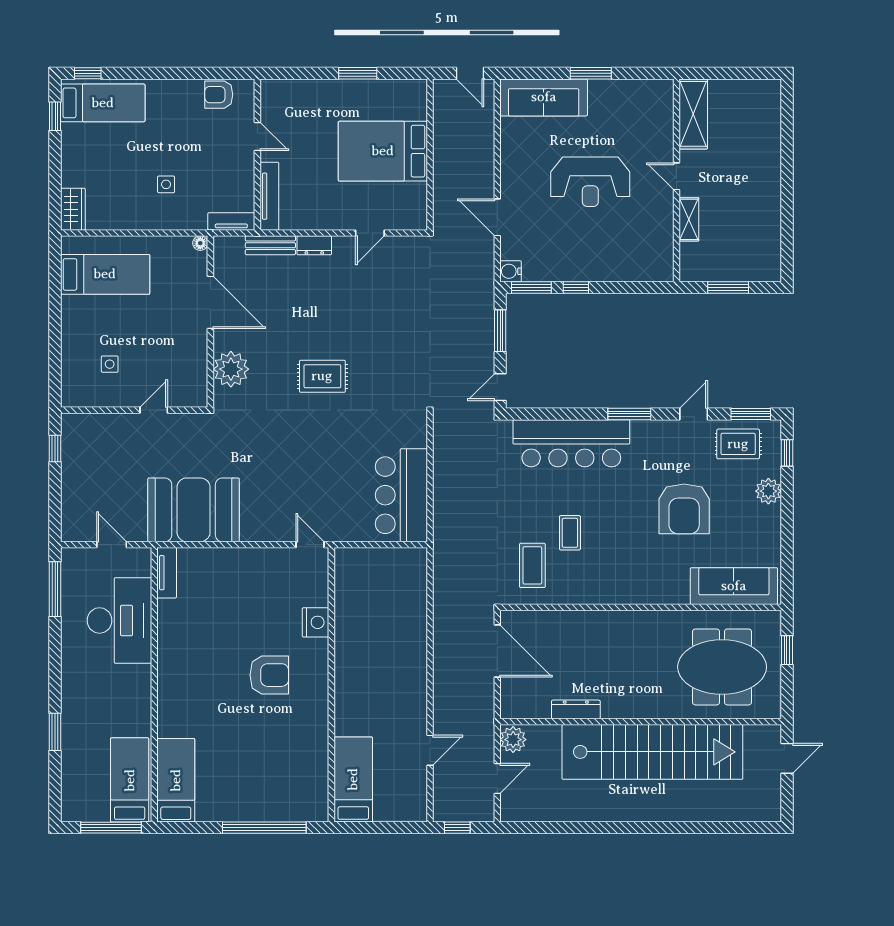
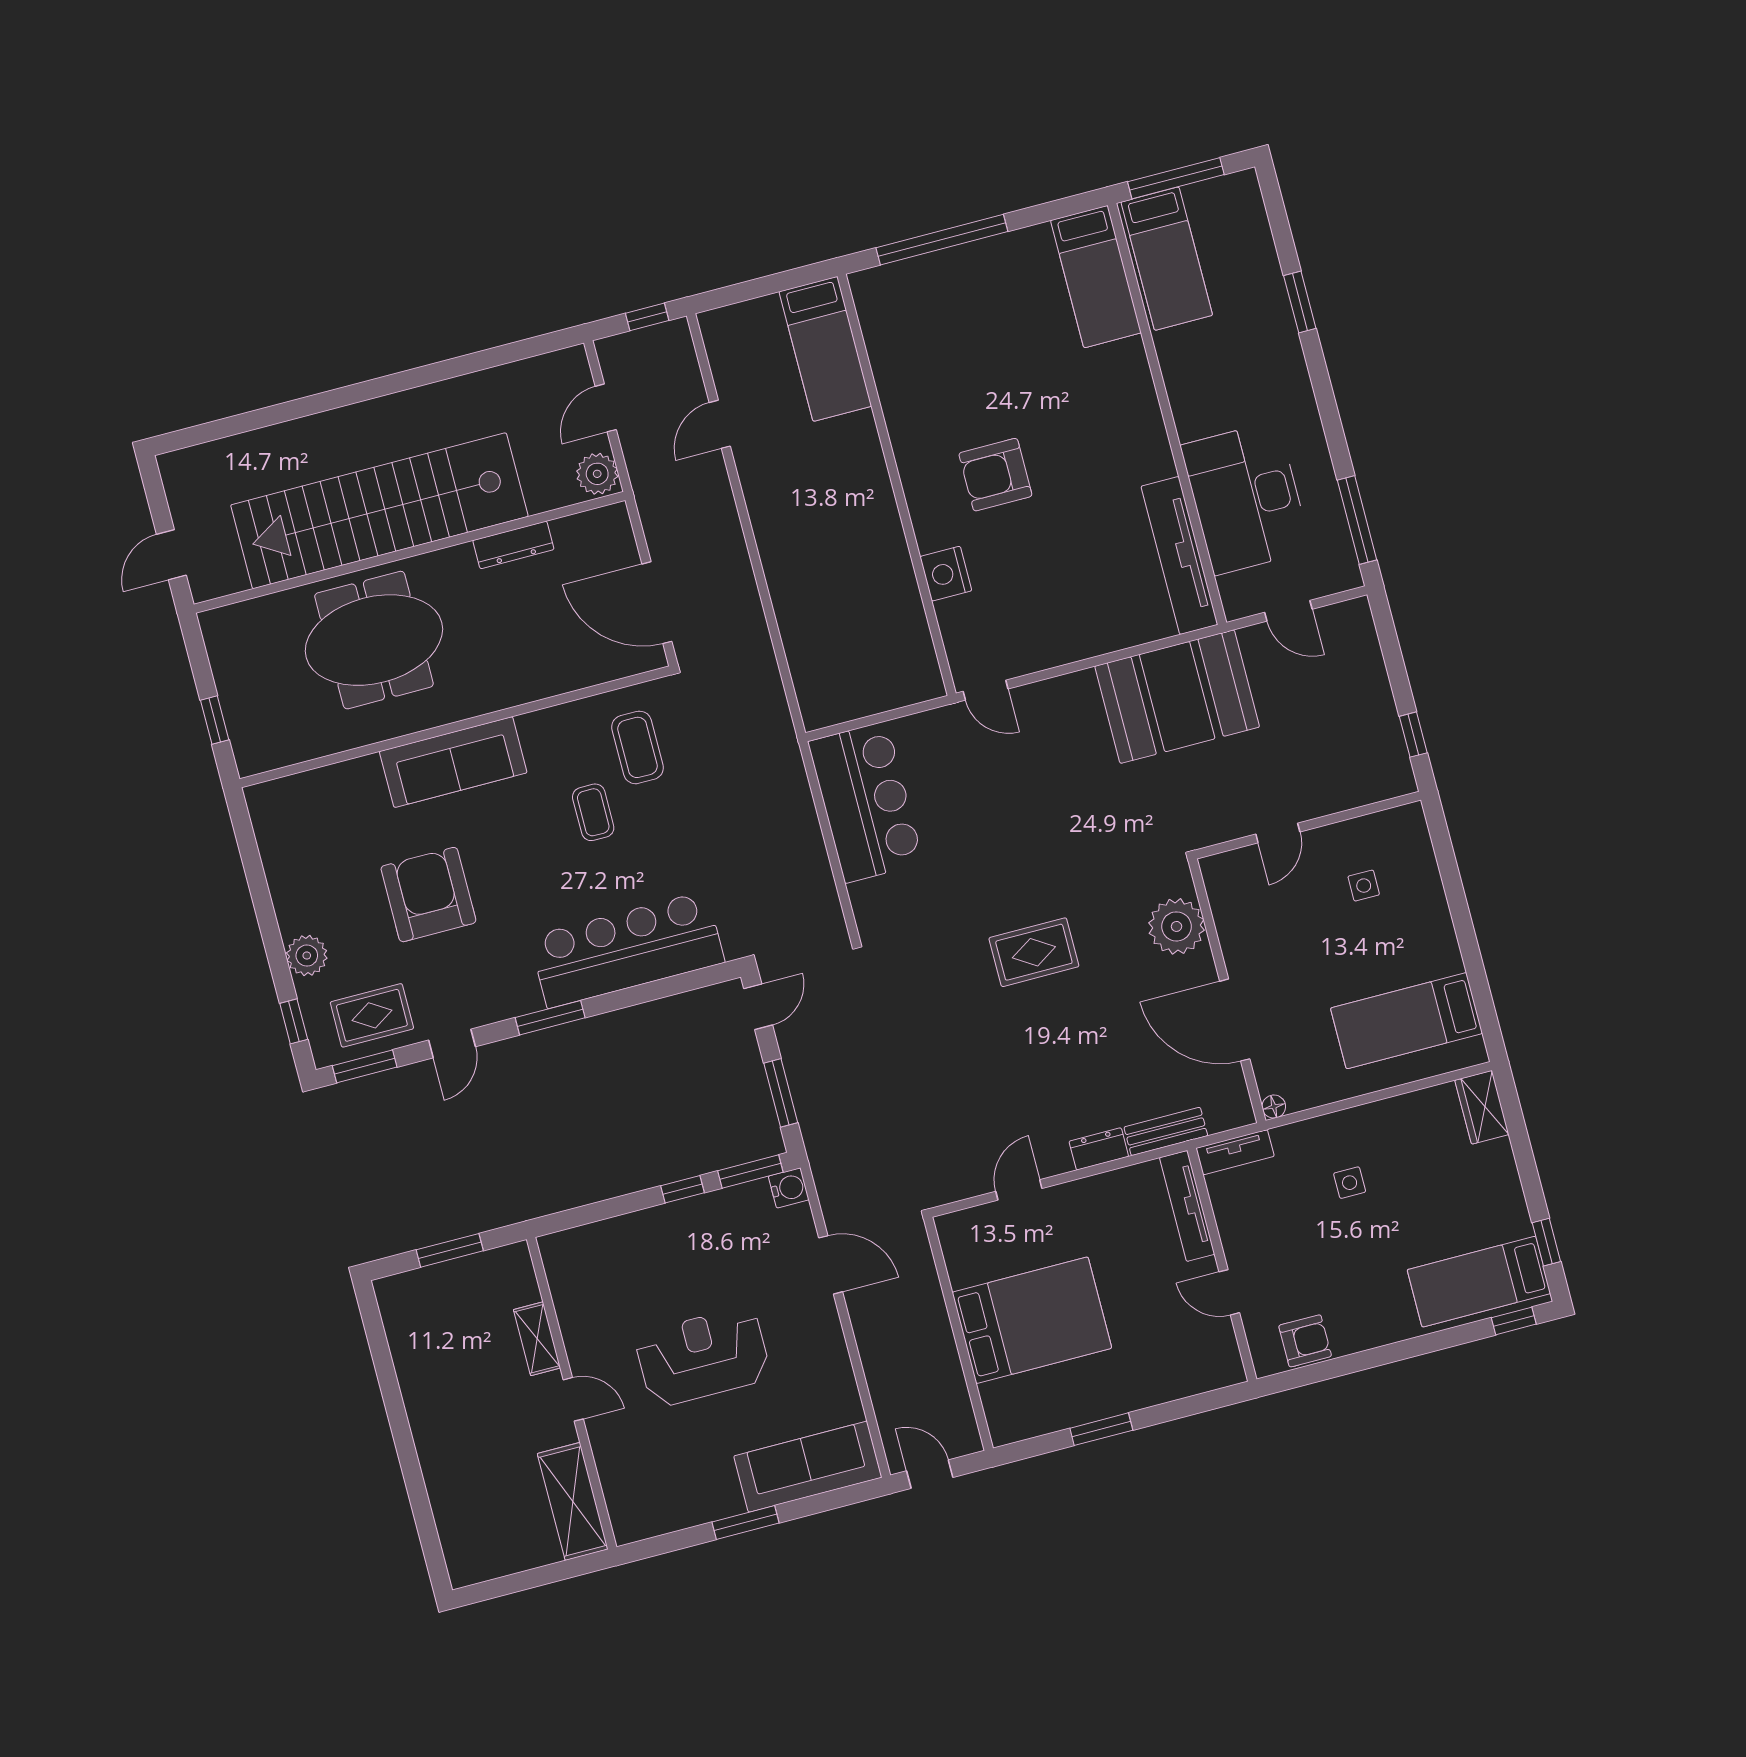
tv unit: (167, 573) -> (1179, 555), width x1.92, depth x1.29
sofa: (734, 586) -> (453, 762), moved
meeting table: (722, 667) -> (374, 640), moved

